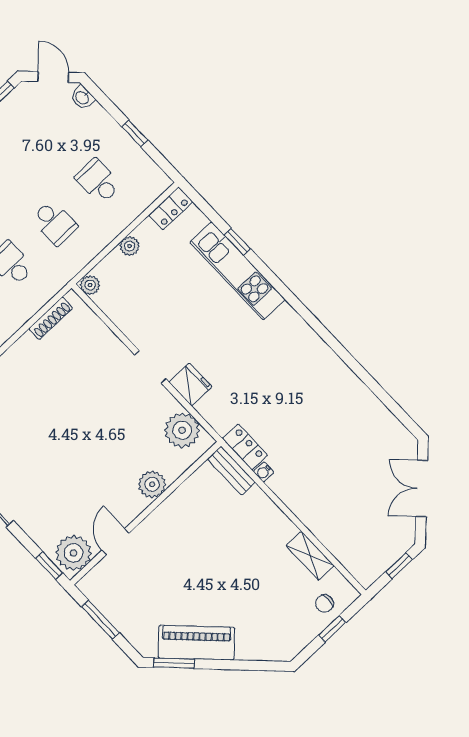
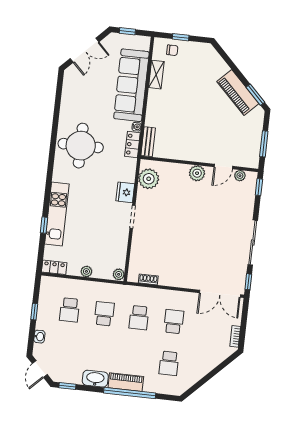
washbasin: (82, 98) -> (39, 337), moved
shoe rack: (51, 318) -> (148, 279), width x0.70
round table: (301, 378) -> (81, 146), added
plant: (152, 484) -> (197, 173), moved
sofa: (324, 511) -> (131, 85), added
plant: (74, 553) -> (240, 176), width x0.53, depth x0.53

